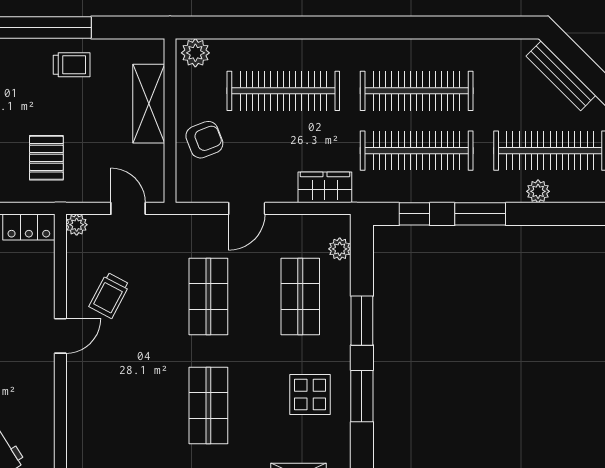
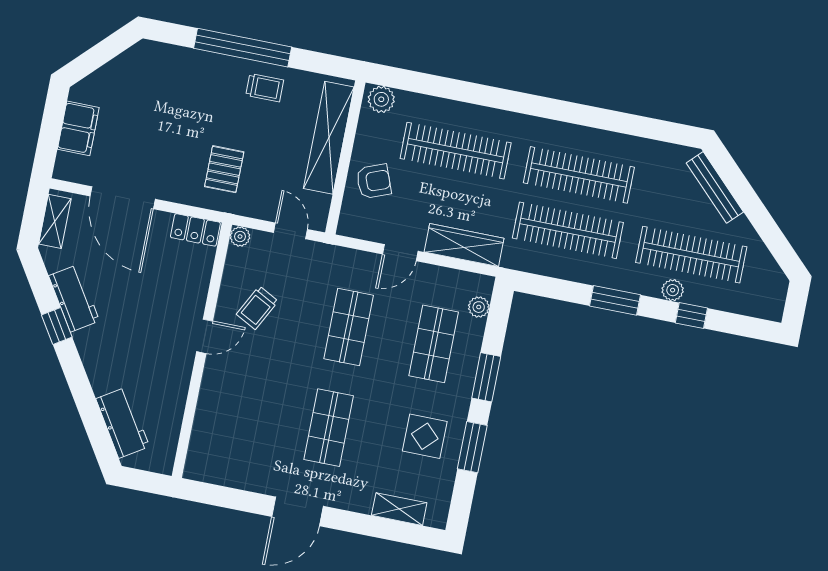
shelving: (149, 104) -> (329, 138), width x1.47
wardrobe: (325, 187) -> (464, 245), width x1.50
window: (414, 214) -> (691, 316), moved

